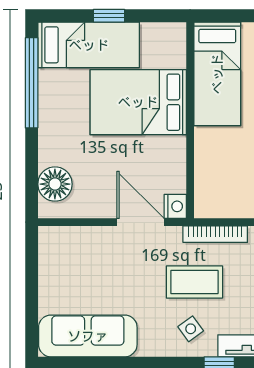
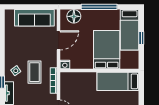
window: (32, 83) -> (99, 7), moved
door: (140, 222) -> (58, 40), moved
sofa: (88, 336) -> (34, 18), moved, turned 90

